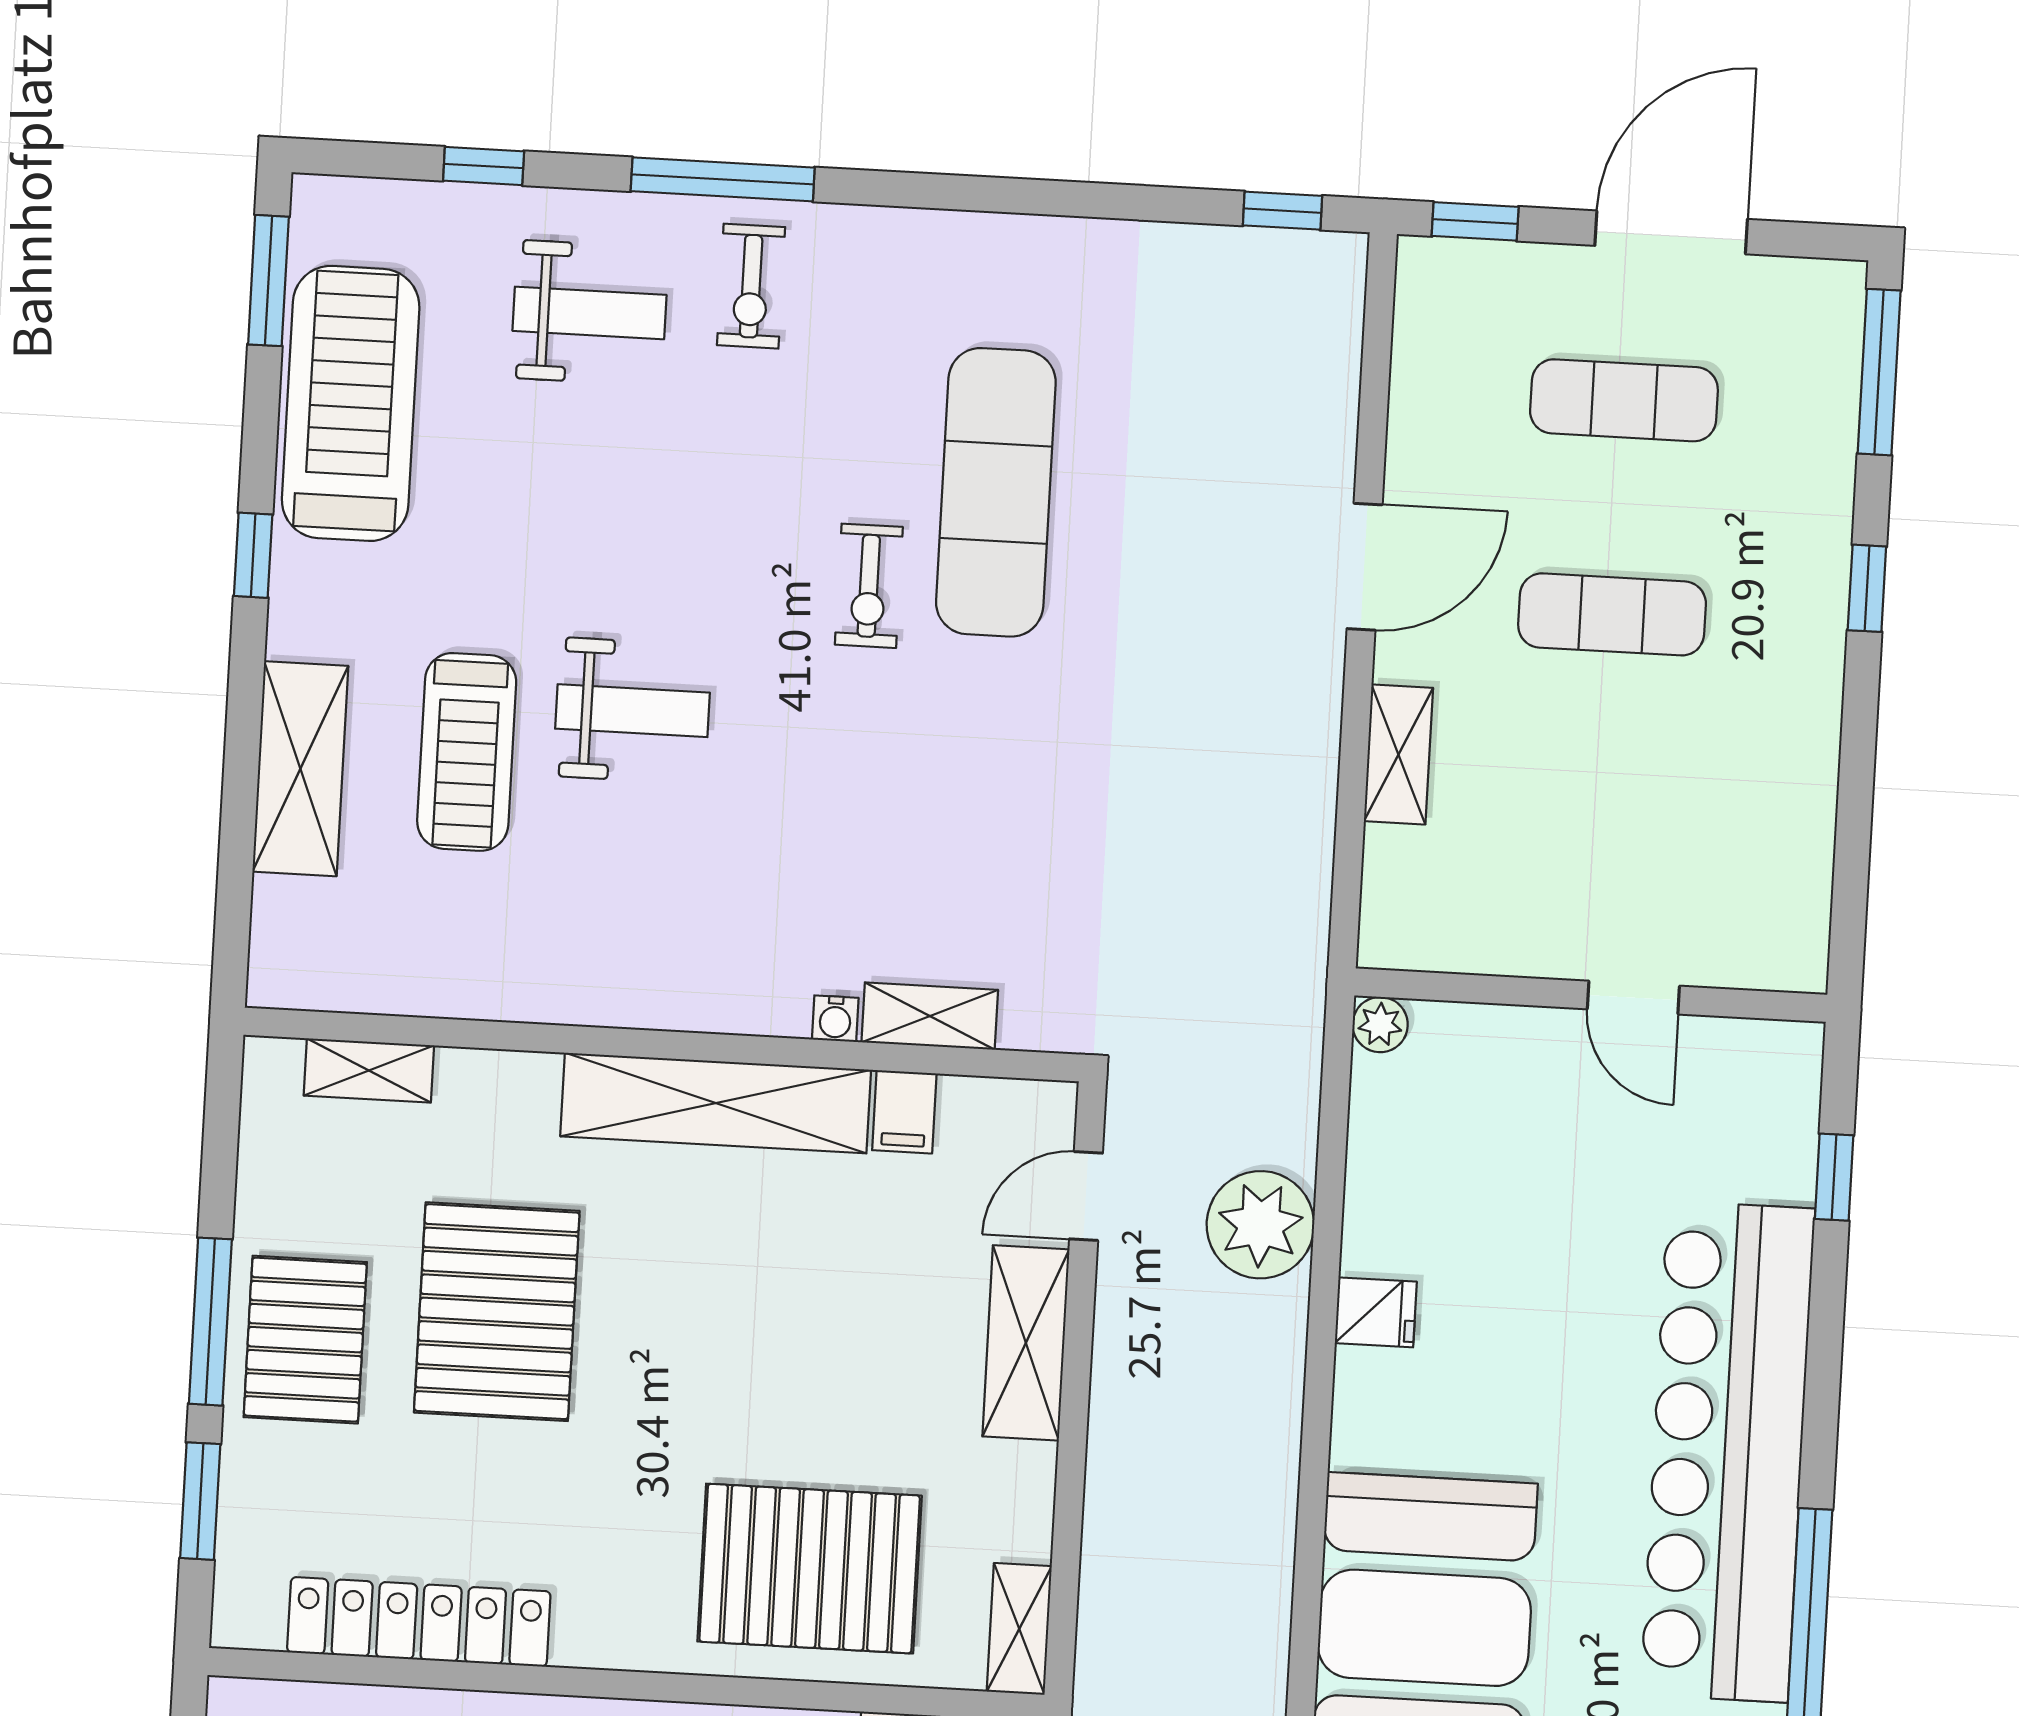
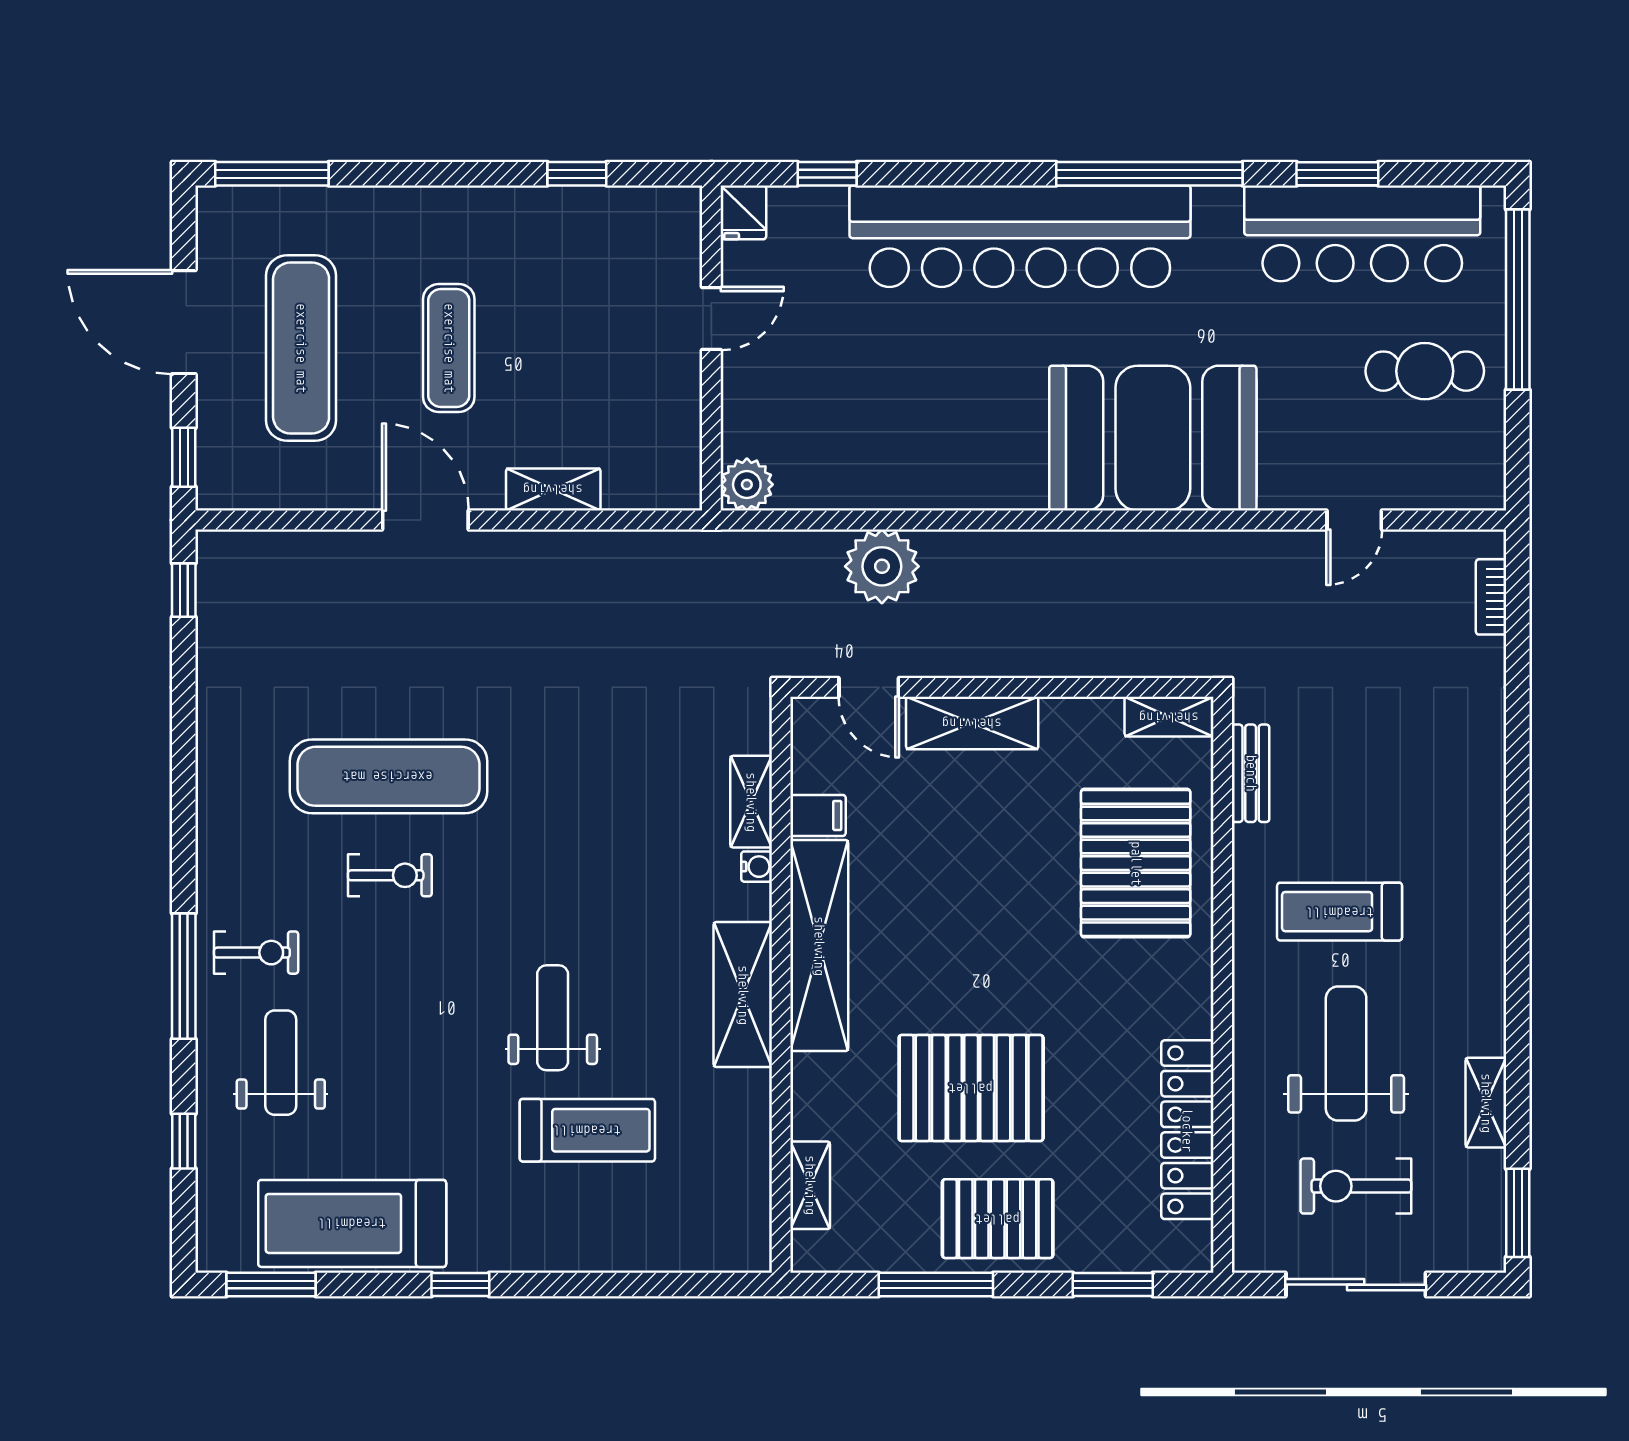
exercise mat: (1624, 400) -> (301, 348), width x1.36, depth x1.45
exercise bike: (869, 586) -> (390, 875), moved
window: (1867, 588) -> (577, 174), moved
shelving: (300, 769) -> (743, 995), moved, turned 90
plant: (1380, 1025) -> (747, 485), width x1.38, depth x1.38
fridge: (1376, 1312) -> (743, 212), moved, turned 180
window: (210, 1322) -> (936, 1285), moved

